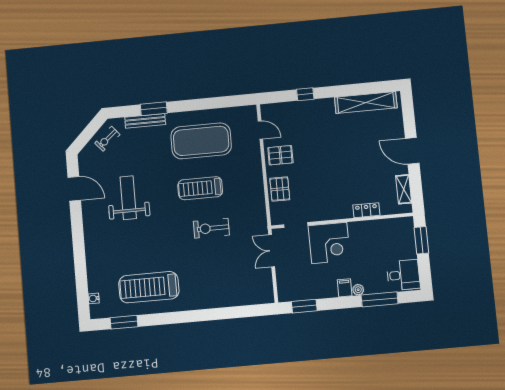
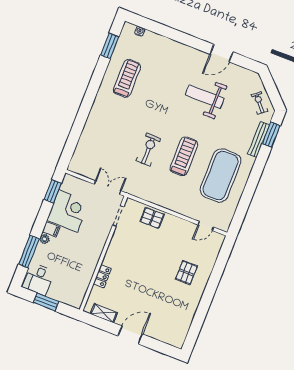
window: (305, 94) -> (216, 275), removed
shelving: (366, 102) -> (186, 319), removed
window: (154, 109) -> (271, 135), moved
pallet: (280, 155) -> (186, 273), moved
door: (74, 189) -> (221, 53), moved
weight bench: (128, 198) -> (205, 96), turned 180
window: (421, 240) -> (46, 302), moved
corner desk: (329, 243) -> (68, 211), moved, turned 180
treadmill: (149, 287) -> (127, 78), width x0.73, depth x0.73

